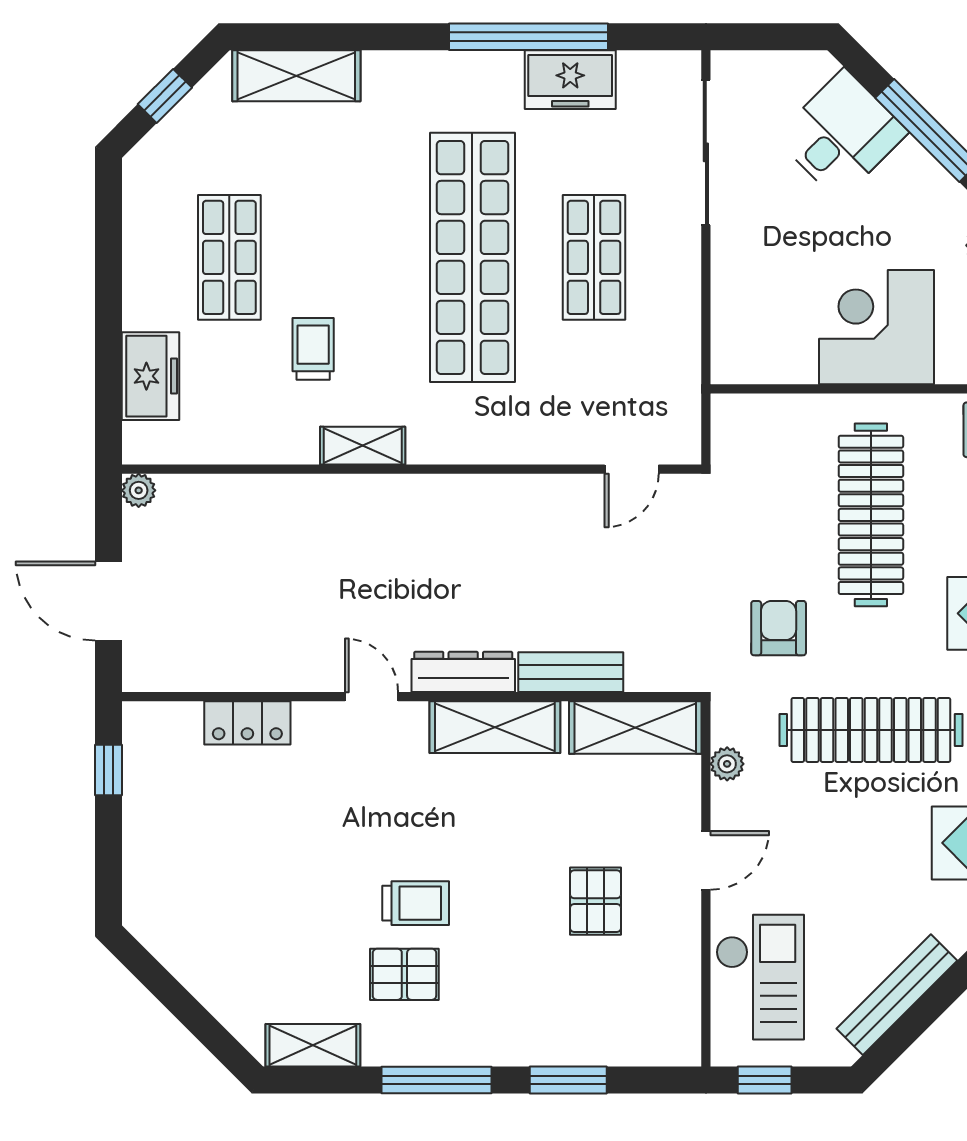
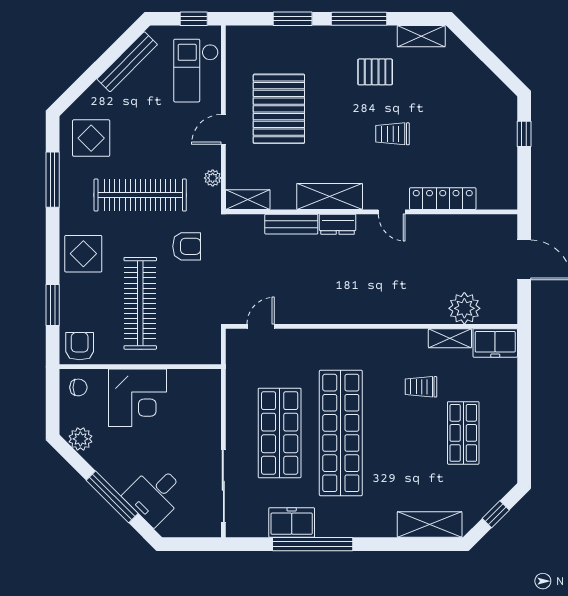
shop shelf: (594, 257) -> (280, 433), width x1.43, depth x1.36
trolley: (313, 349) -> (421, 387), turned 90
freezer: (150, 376) -> (495, 343), moved, turned -90
shelving: (363, 446) -> (450, 338), moved
plant: (139, 490) -> (464, 308), moved, width x1.87, depth x1.87
armchair: (779, 628) -> (187, 246), turned -90
dresser: (463, 672) -> (338, 224), width x0.70
locker: (247, 723) -> (443, 199), width x1.53
shelving: (635, 727) -> (248, 200), width x0.67, depth x0.75
window: (109, 770) -> (524, 134), moved
pallet: (595, 901) -> (279, 109), width x2.05, depth x2.00
trolley: (416, 903) -> (393, 134), moved

